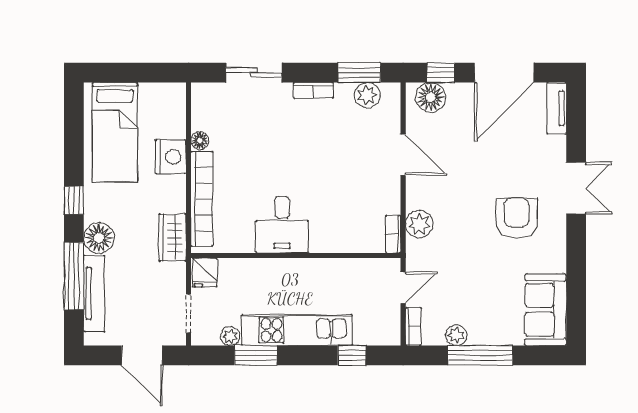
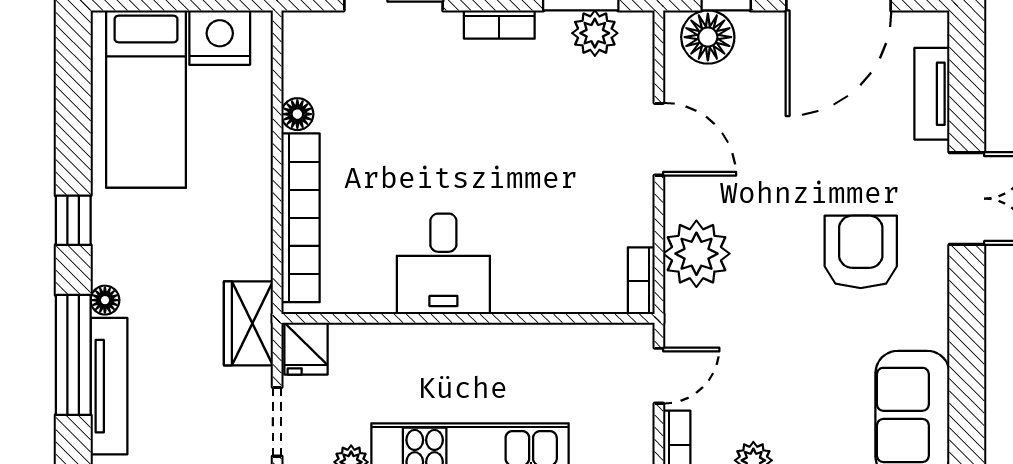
tv unit: (557, 108) -> (932, 94), moved
nightstand: (171, 157) -> (220, 38), moved, turned -90
plant: (419, 224) -> (696, 254), width x1.36, depth x1.36
floor lamp: (99, 238) -> (105, 300), width x0.53, depth x0.53
wardrobe: (172, 238) -> (248, 323), moved

